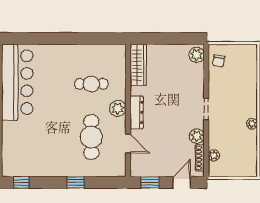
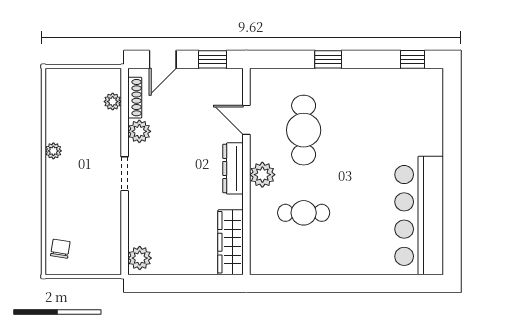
chair: (219, 61) -> (60, 249), moved

